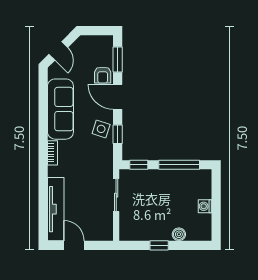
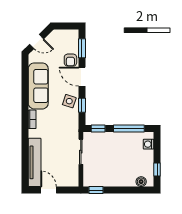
door: (58, 51) -> (37, 42), hinge flipped
washing machine: (205, 206) -> (149, 144), moved
window: (216, 218) -> (157, 169), added
boiler: (179, 234) -> (141, 182), moved
window: (159, 245) -> (96, 190), moved

